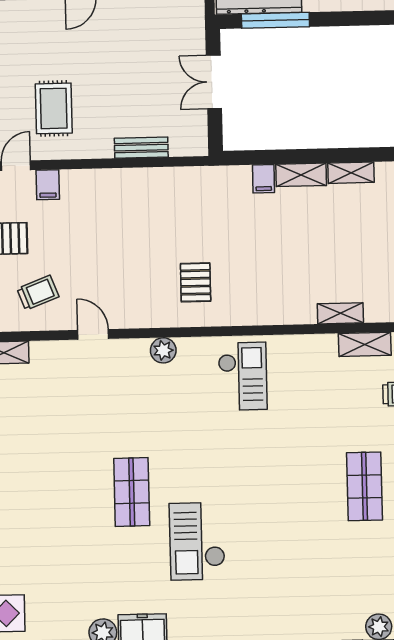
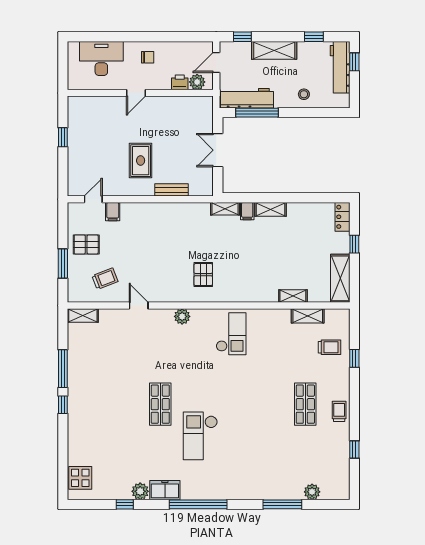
rug: (54, 108) -> (141, 161), moved
shelving: (351, 173) -> (225, 209), moved

